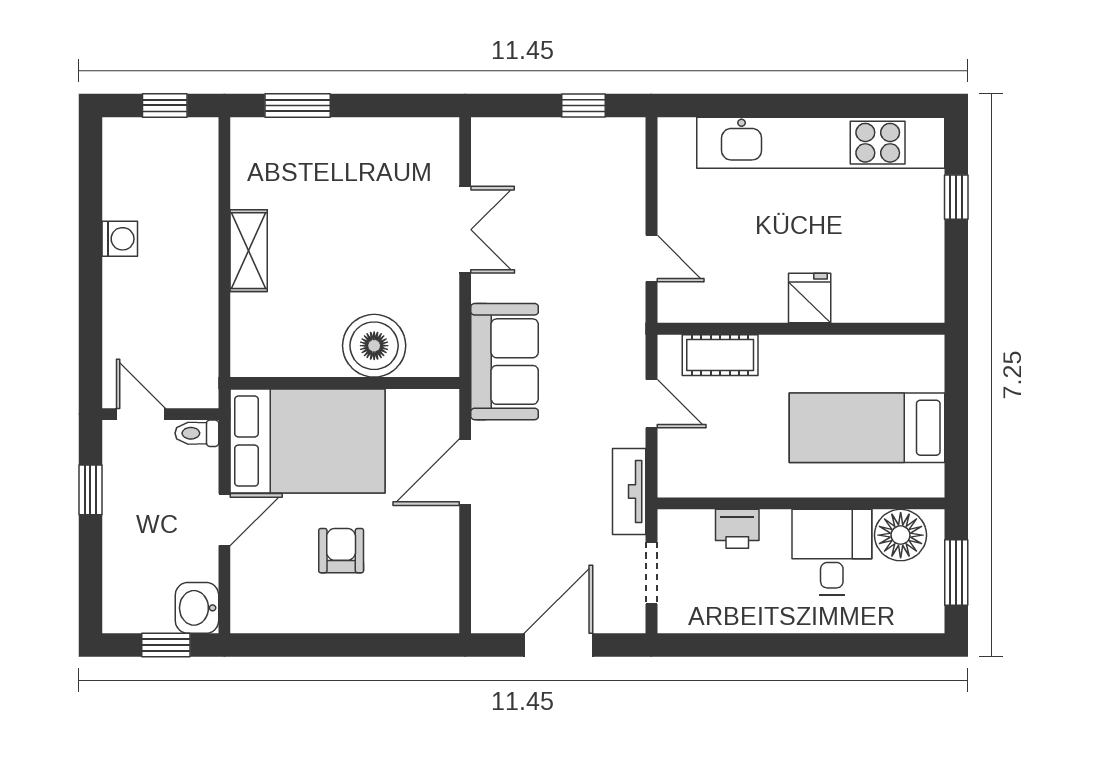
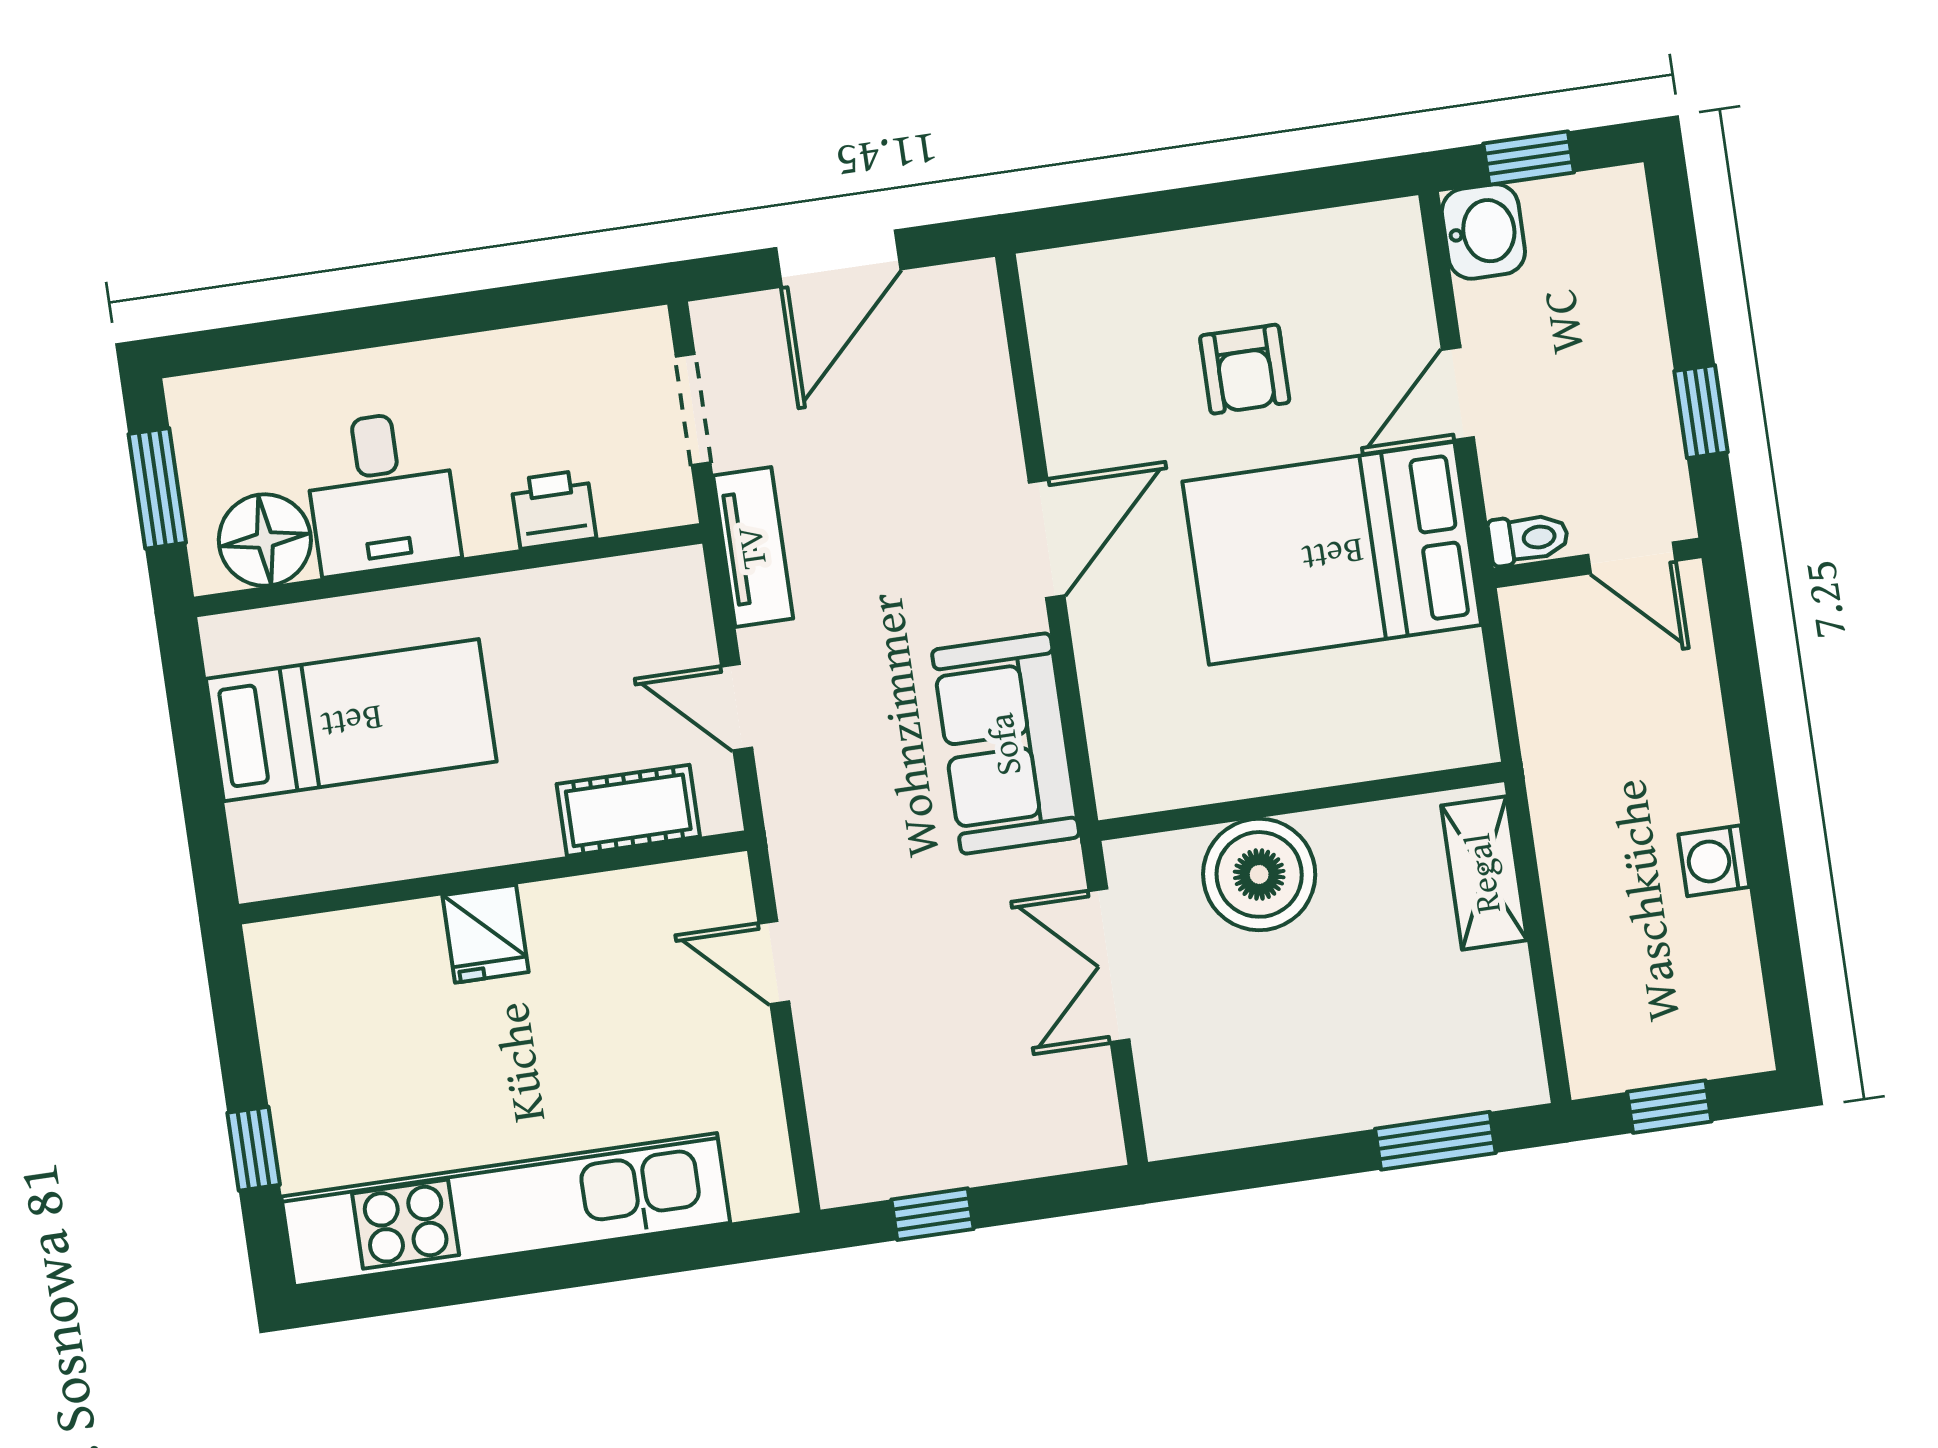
boiler: (374, 346) -> (1259, 874), moved
wall: (345, 383) -> (1301, 801), moved

